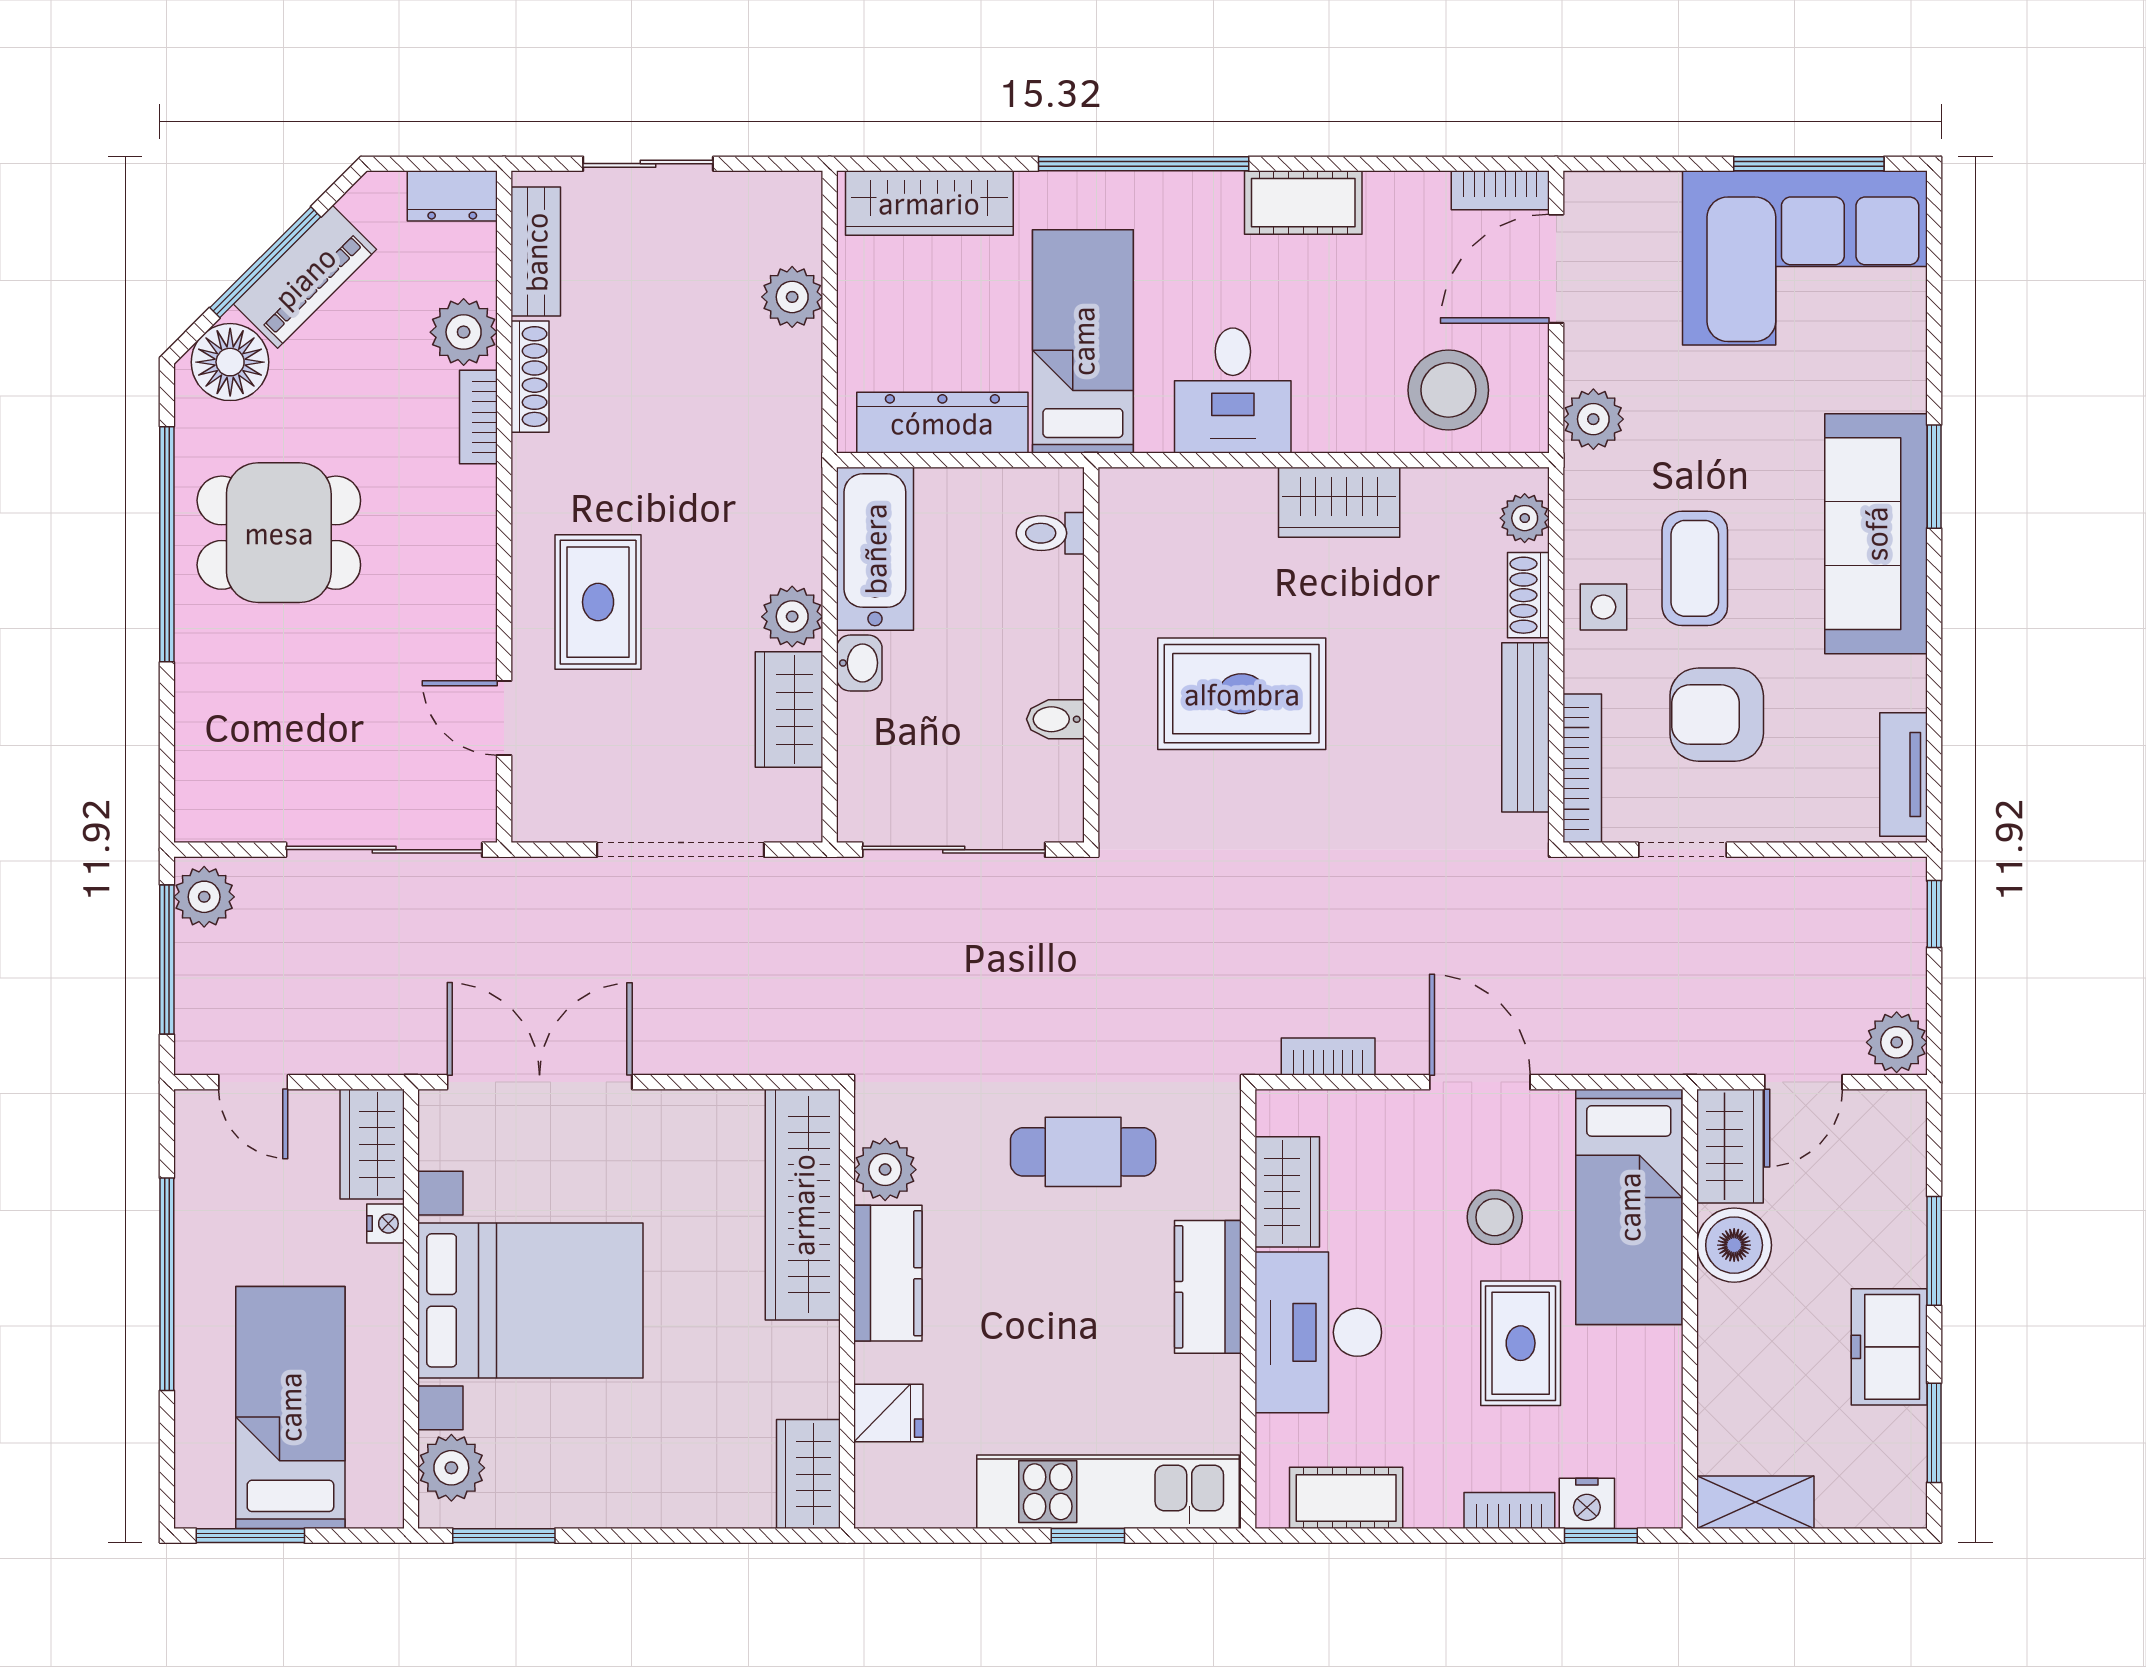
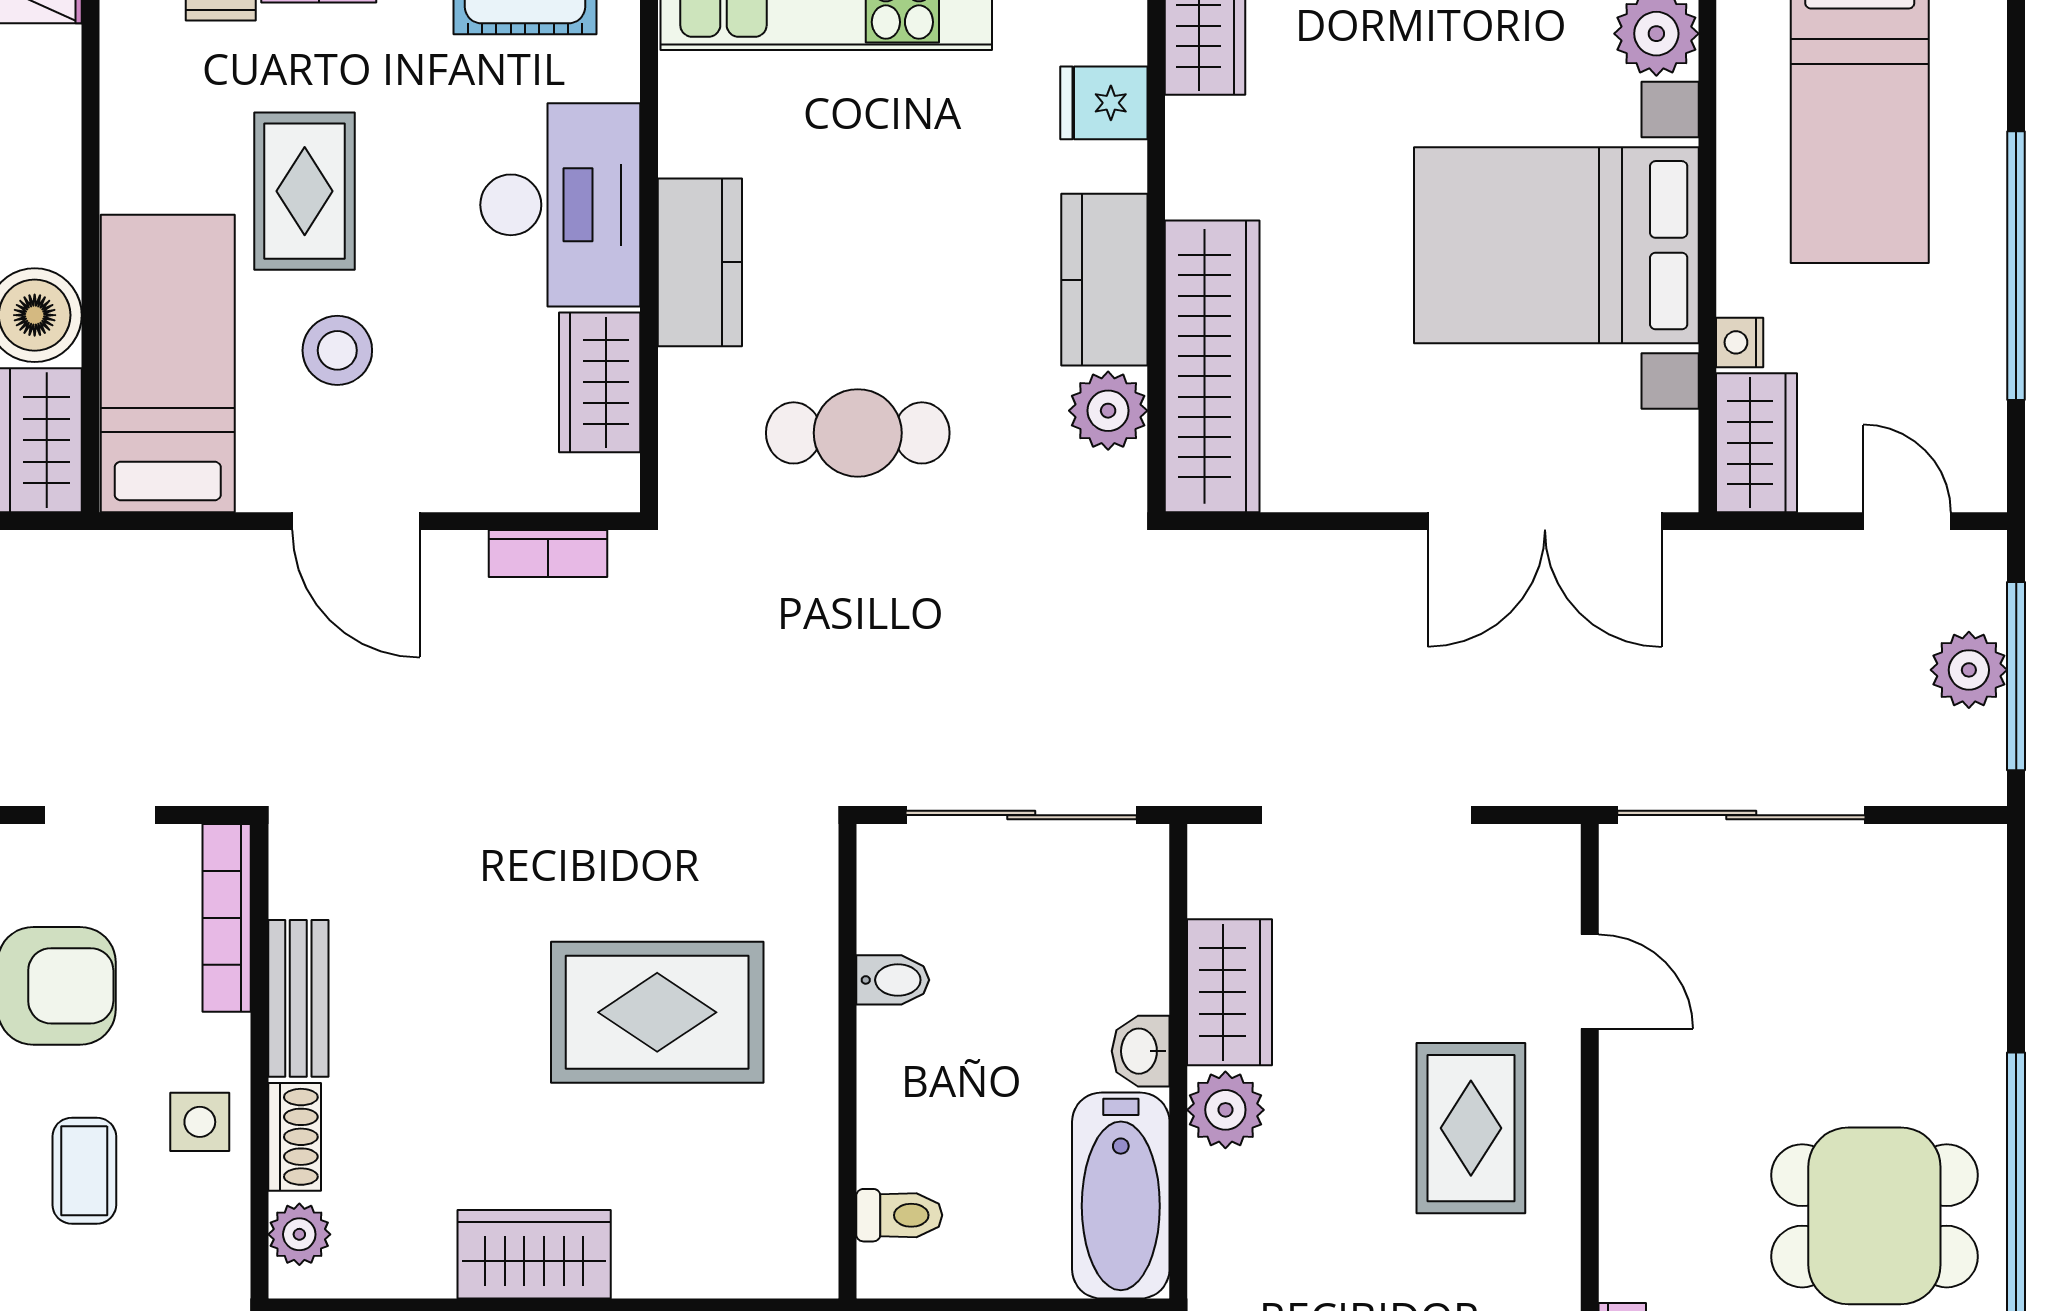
coffee table: (1695, 568) -> (84, 1171), width x0.73, depth x0.77
bench: (1525, 727) -> (298, 998), width x0.73
plant: (204, 897) -> (1969, 670), moved

